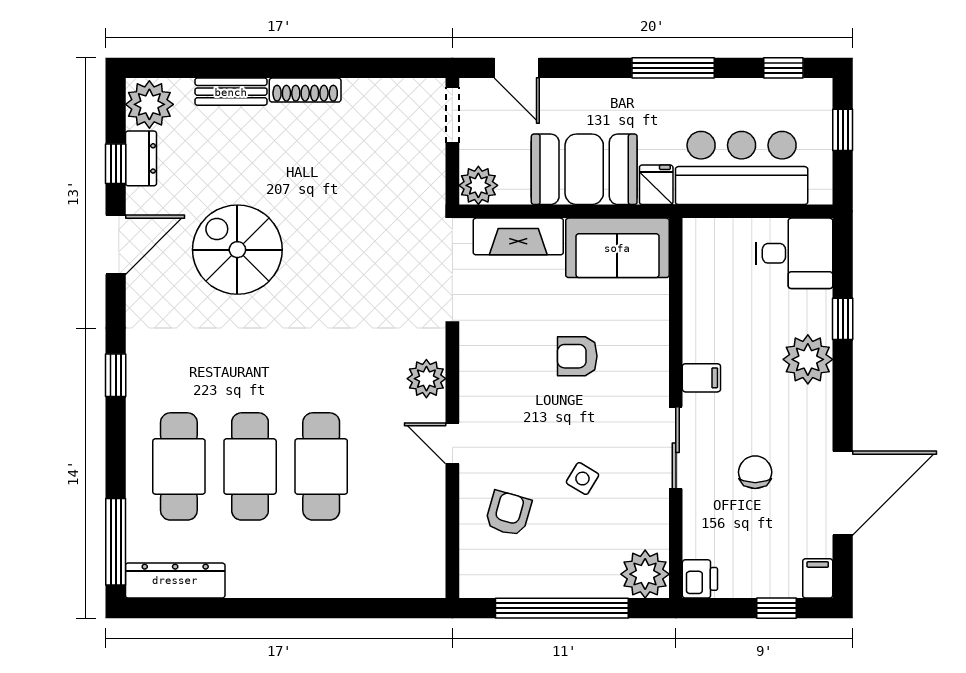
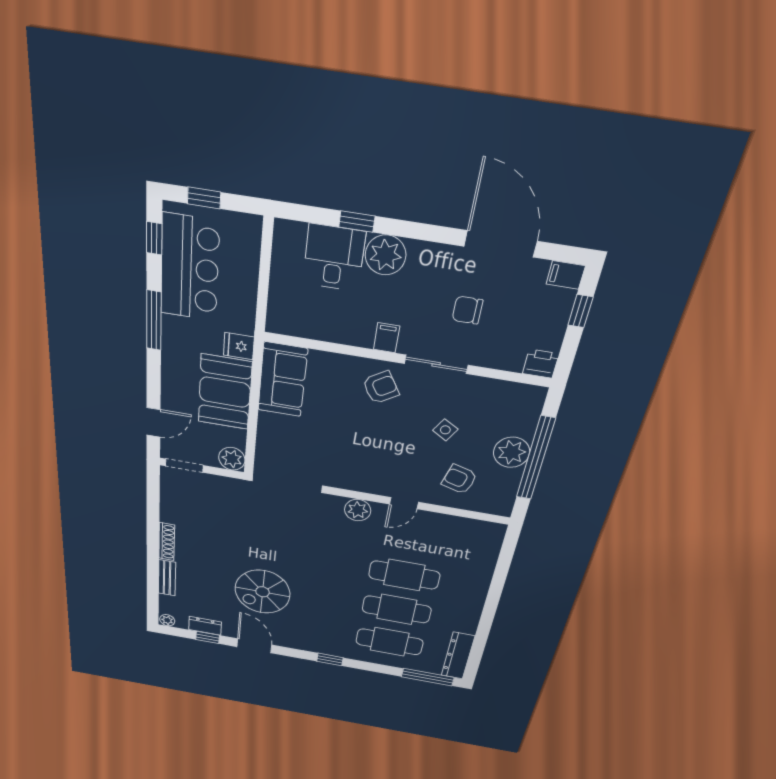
plant: (149, 104) -> (167, 620), width x0.53, depth x0.53
bar counter: (742, 168) -> (190, 268), moved, turned 180
fireplace: (518, 236) -> (268, 441), removed
desk: (794, 253) -> (334, 258), moved
armchair: (577, 356) -> (381, 387), moved, turned -122
plant: (645, 574) -> (512, 452), moved

